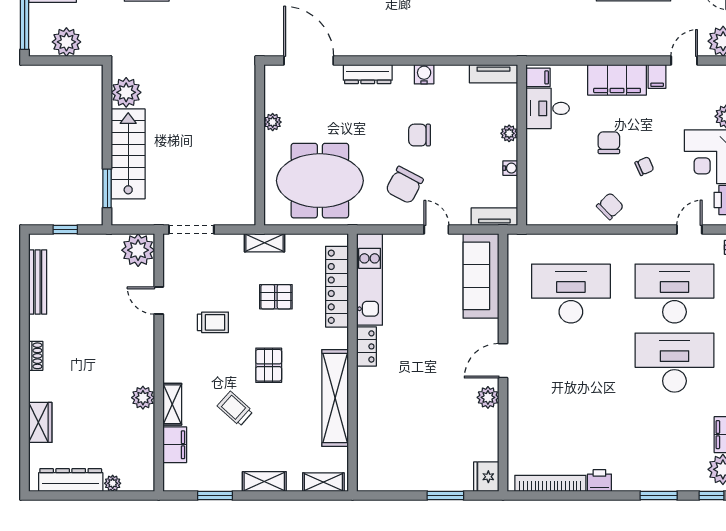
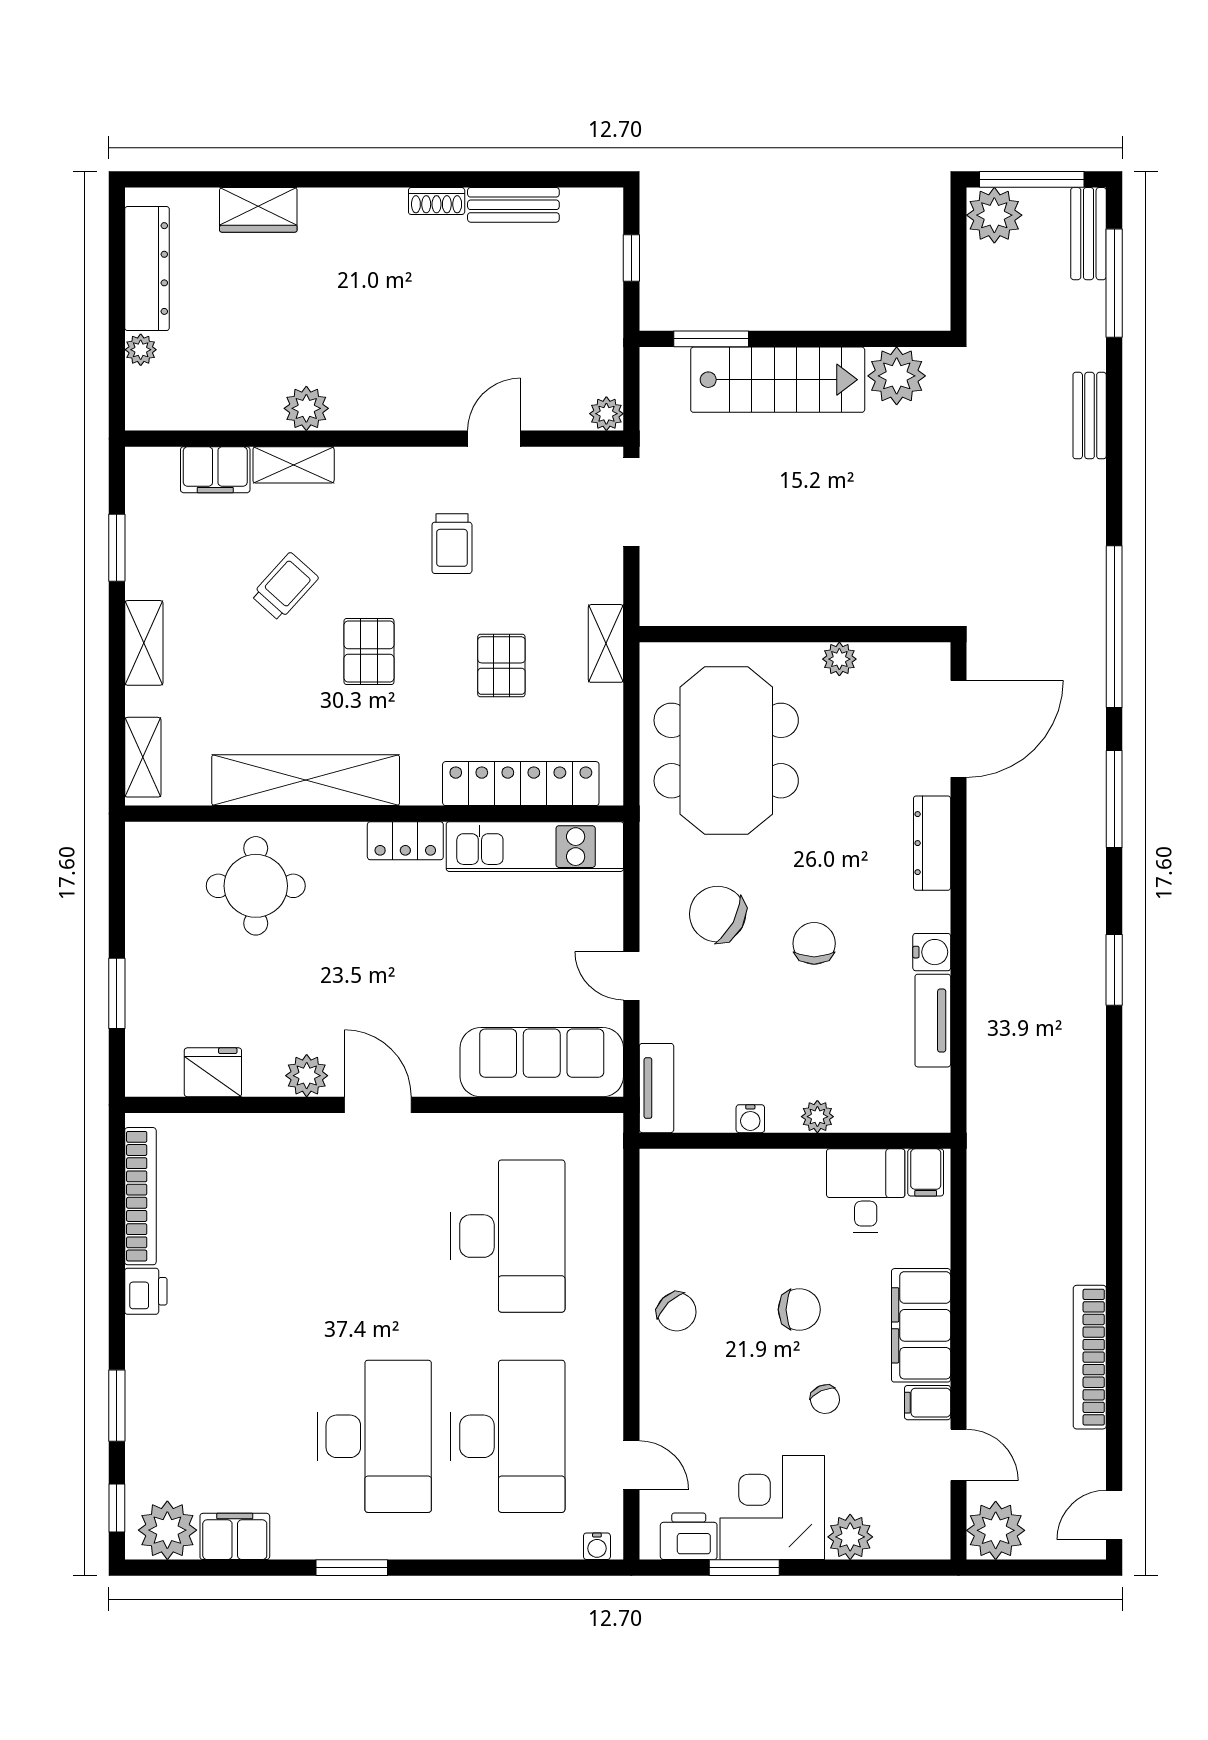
plant: (66, 42) -> (994, 215), moved
tv unit: (493, 74) -> (933, 1021), moved
chair: (644, 166) -> (825, 1399), moved
door: (436, 230) -> (631, 976), swing flipped
plant: (138, 250) -> (606, 414), width x0.53, depth x0.53
bench: (38, 282) -> (513, 205), width x0.73
shoe rack: (36, 356) -> (437, 201), moved
pallet: (269, 365) -> (369, 651), turned 90
round table: (390, 424) -> (256, 886), added
fridge: (486, 477) -> (213, 1072), moved

